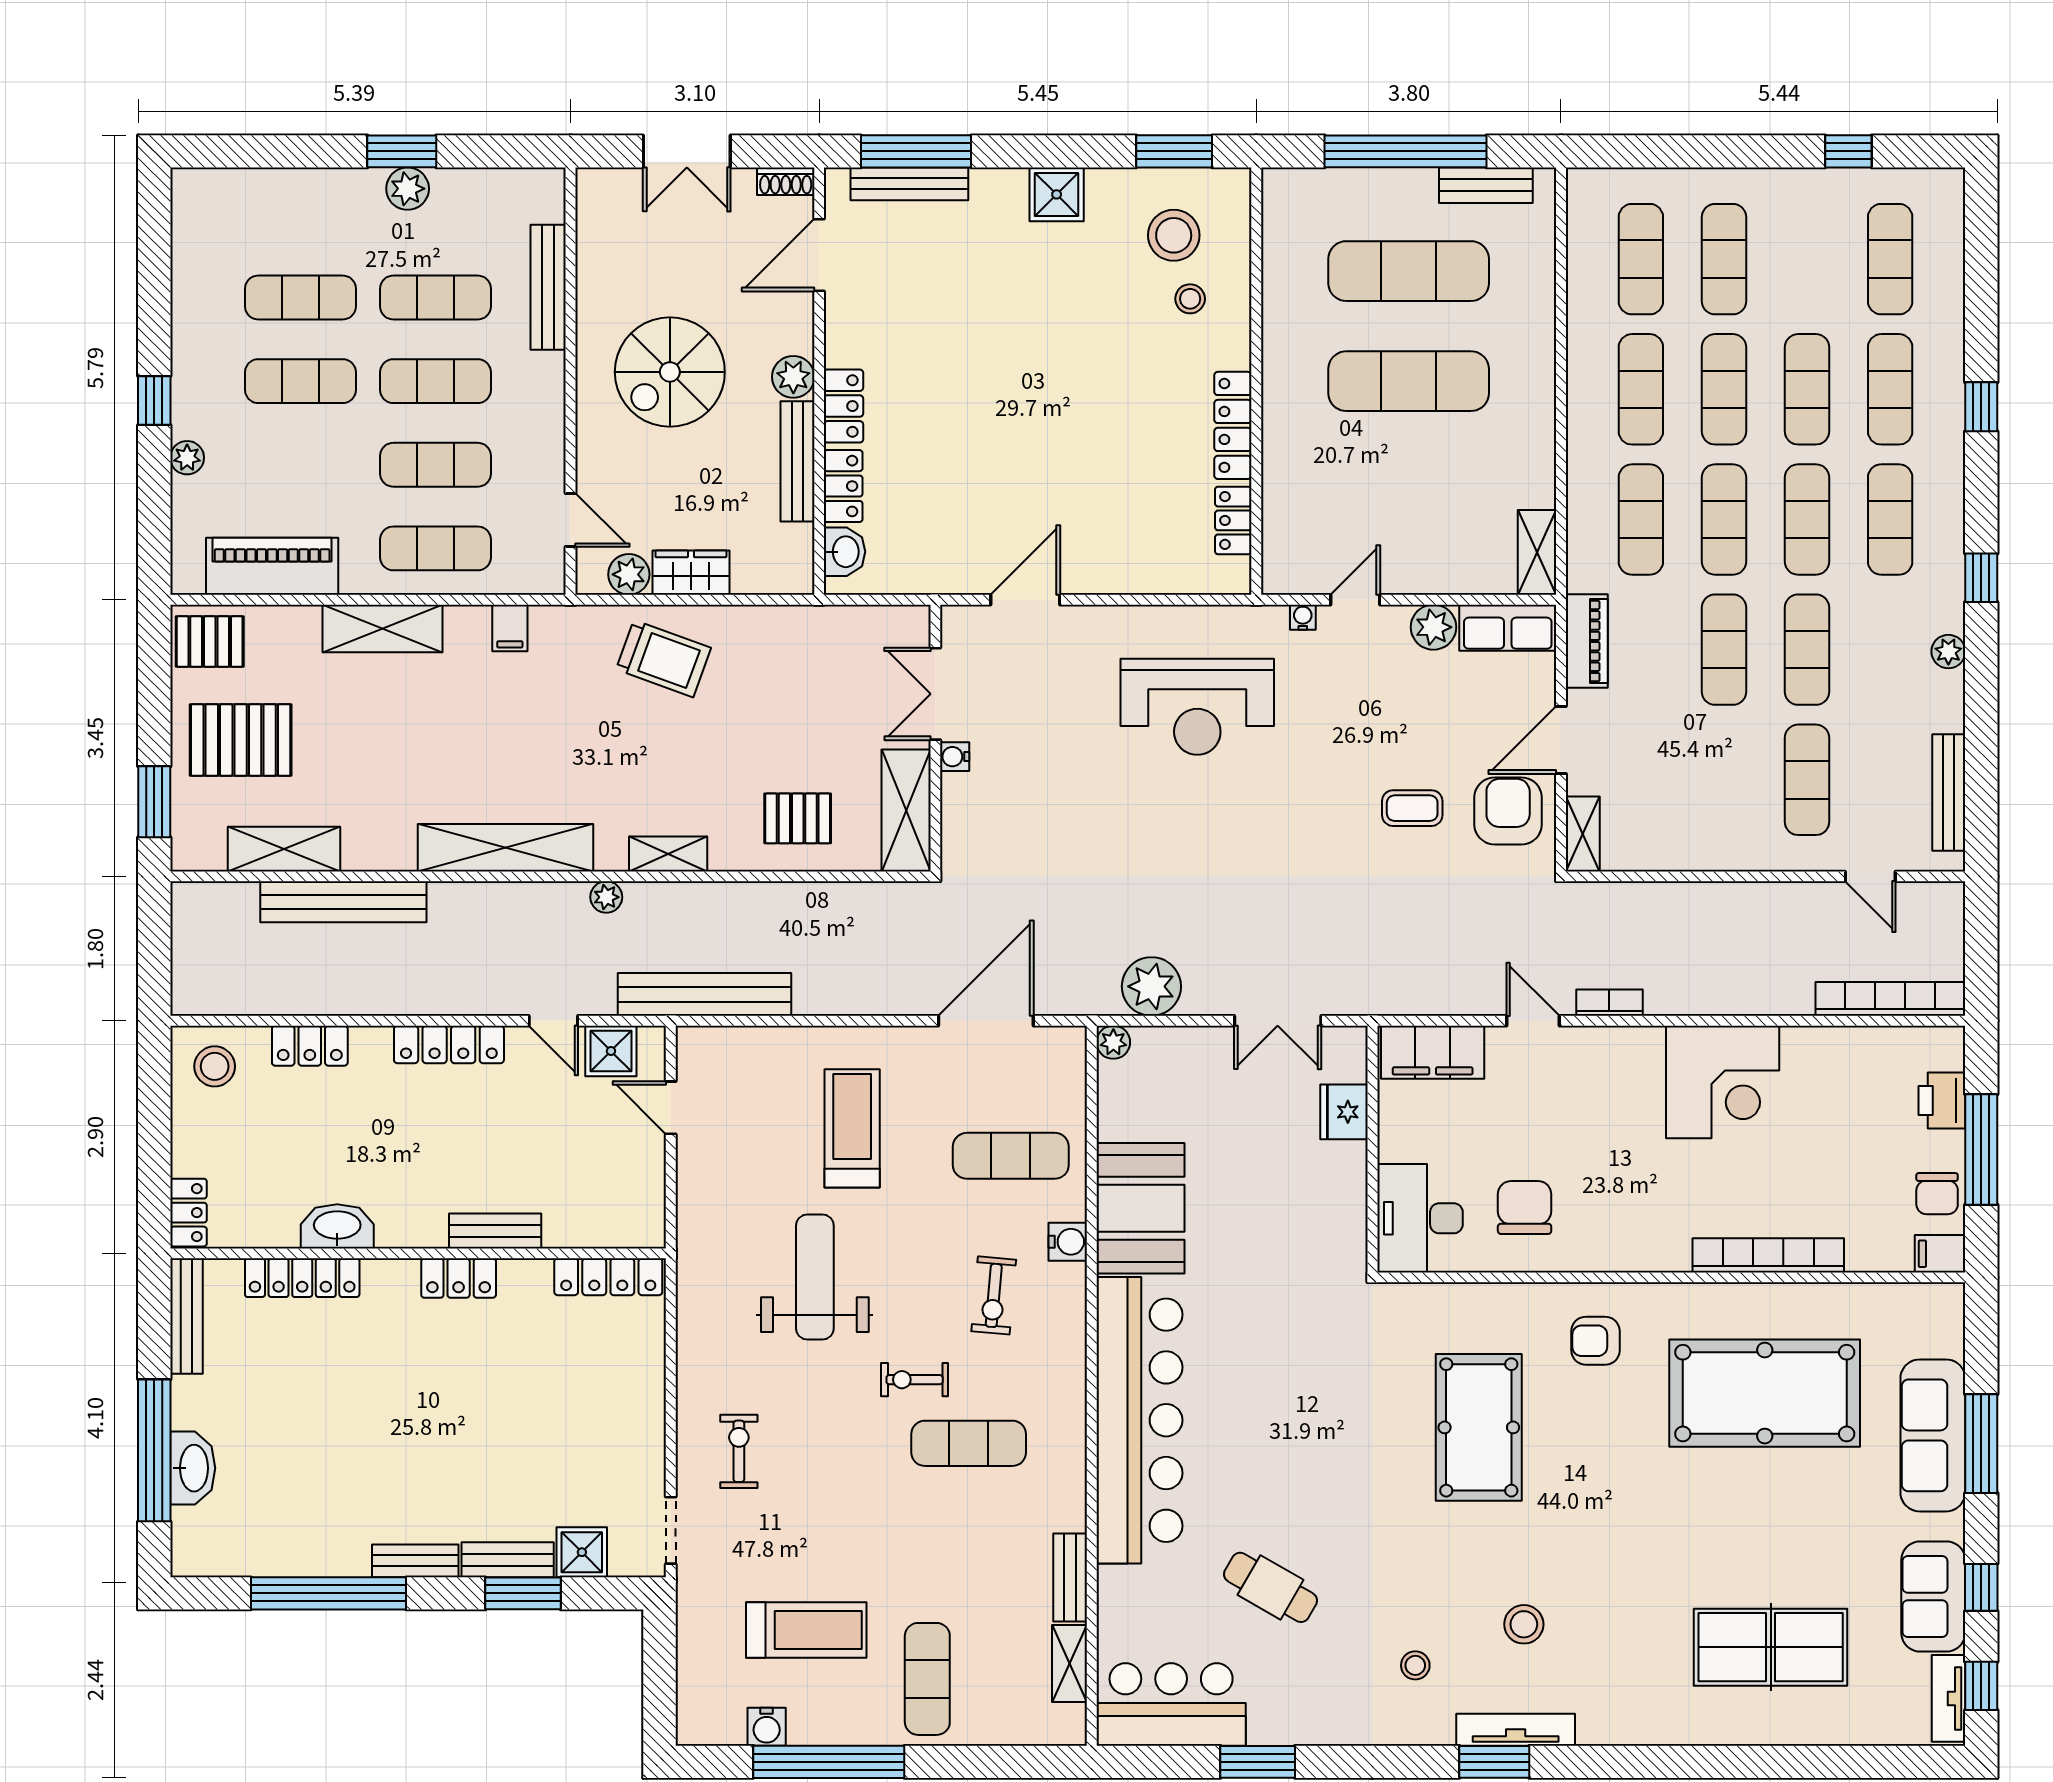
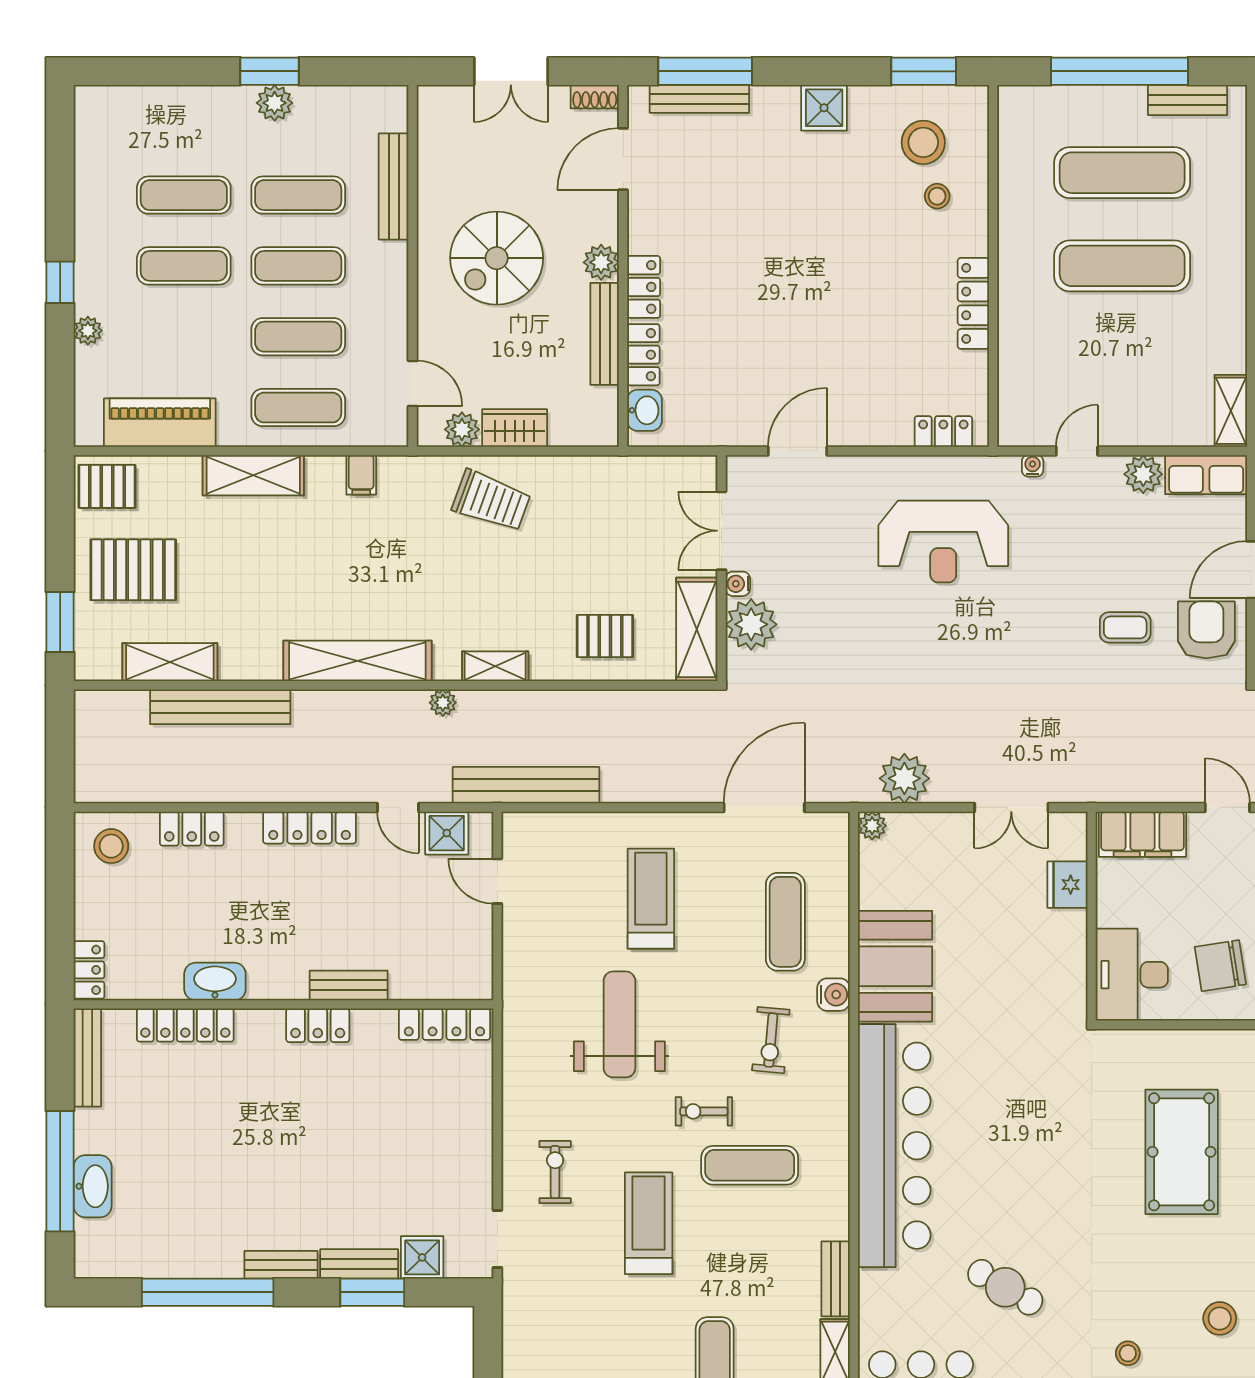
locker: (1233, 520) -> (943, 432), moved, turned 90
plant: (970, 805) -> (751, 624), added
exercise mat: (1011, 1156) -> (785, 922), turned 90
chair: (1525, 1208) -> (1220, 966), turned -99
treadmill: (806, 1630) -> (649, 1223), moved, turned -90

